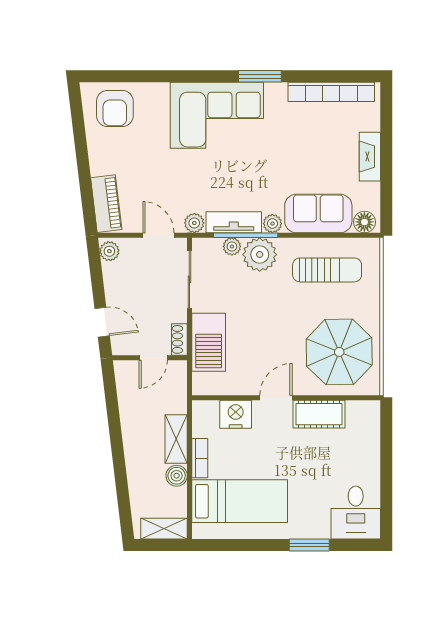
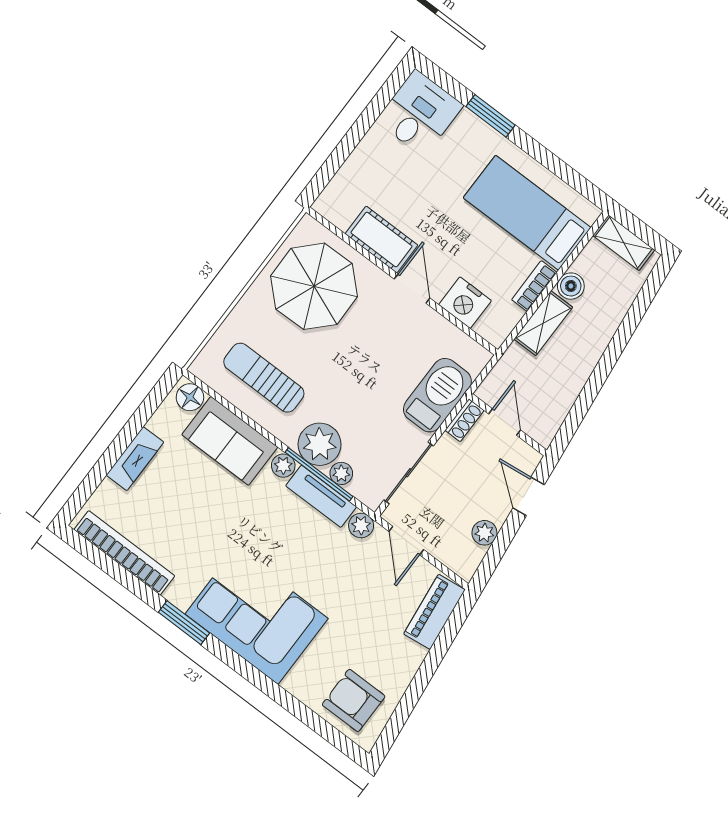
armchair: (115, 108) -> (354, 700), turned -90
plant: (109, 251) -> (484, 533), moved
door: (153, 358) -> (505, 422), hinge flipped
door: (276, 398) -> (412, 289), swing flipped

